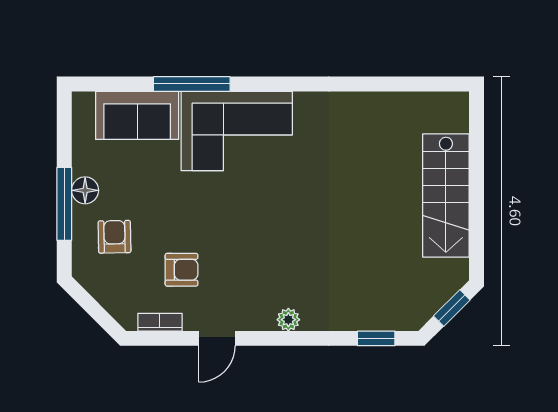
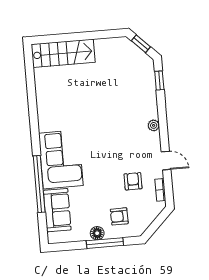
window: (192, 84) -> (39, 184), width x1.46
stairs: (446, 196) -> (63, 53), moved

